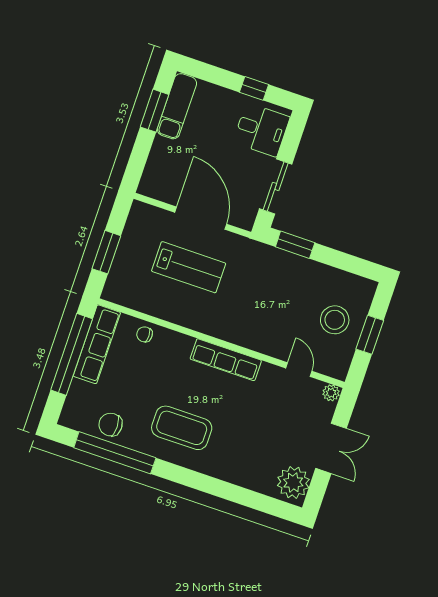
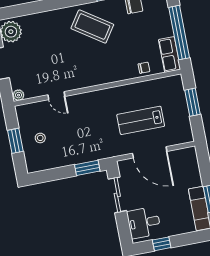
stool: (335, 320) -> (40, 138), width x0.53, depth x0.53
row of seats: (97, 344) -> (169, 55), width x0.68
row of seats: (226, 360) -> (89, 80), removed
door: (299, 370) -> (56, 96), moved
coffee table: (182, 428) -> (92, 27), turned 34

